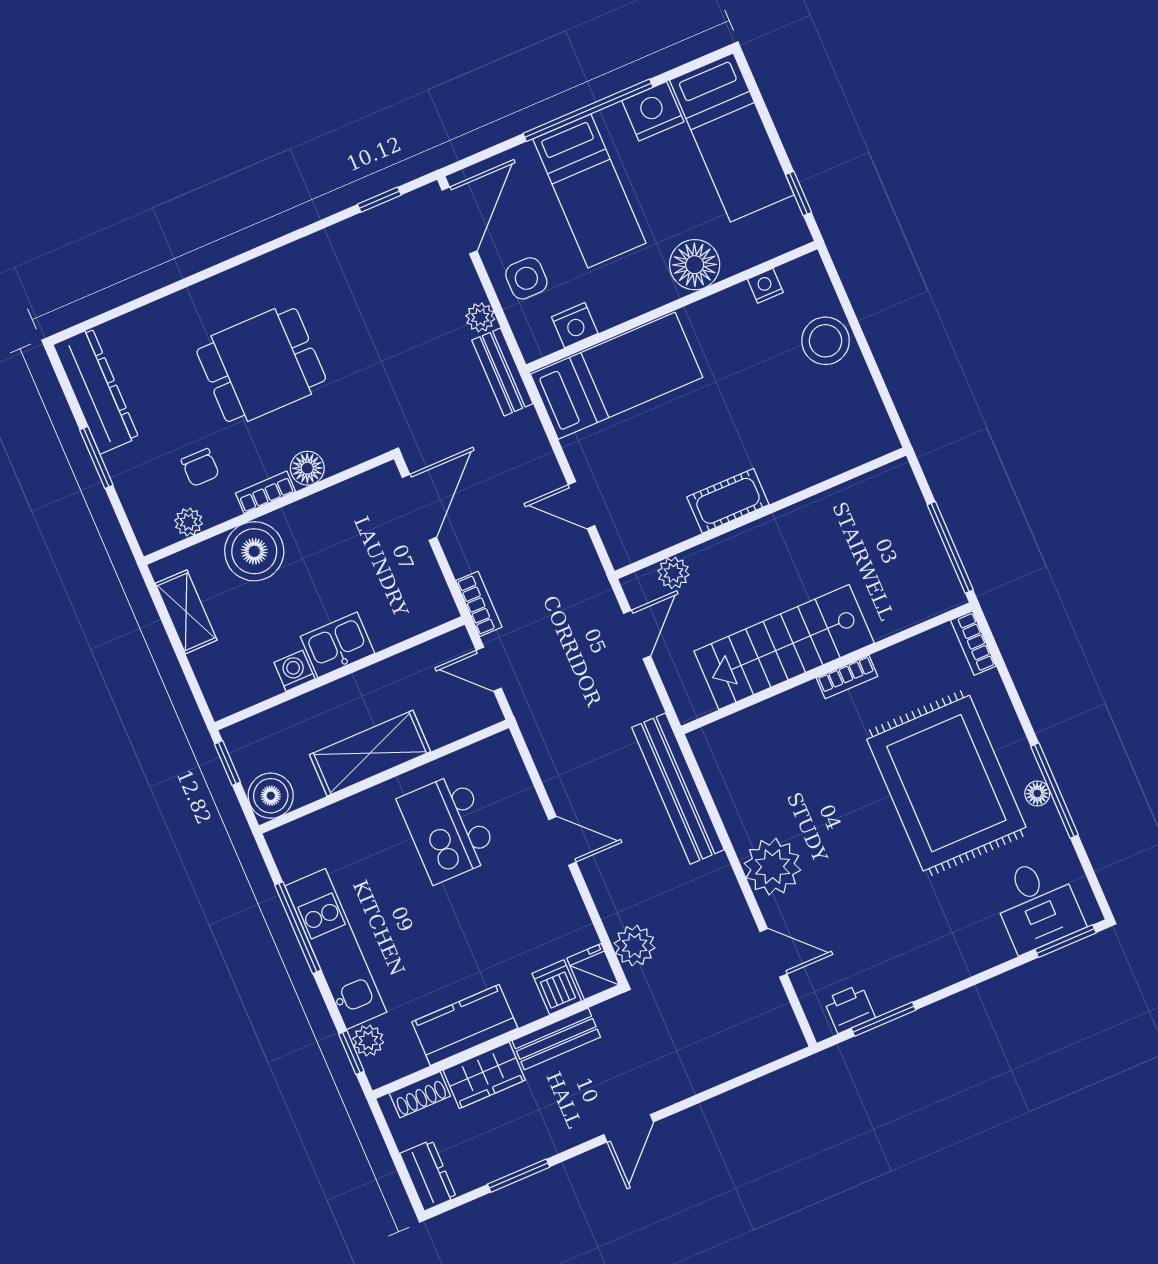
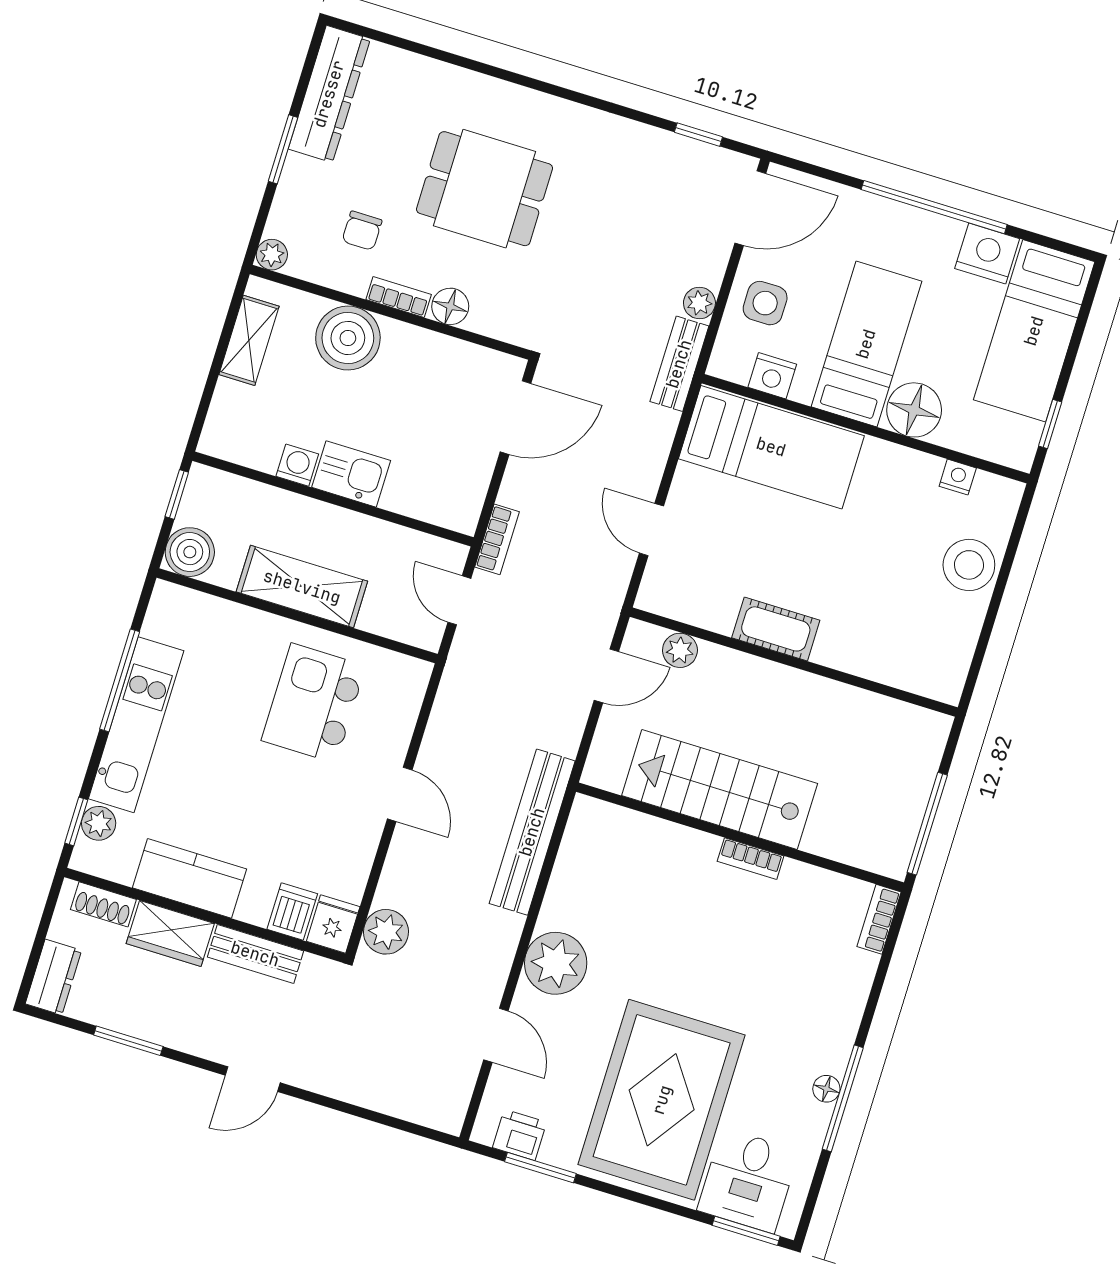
bed: (589, 191) -> (866, 344), moved, turned 180
plant: (189, 522) -> (272, 255), moved
rug: (946, 783) -> (662, 1100), moved

